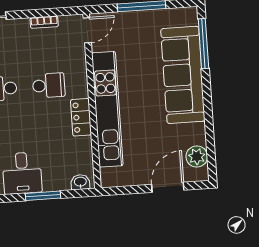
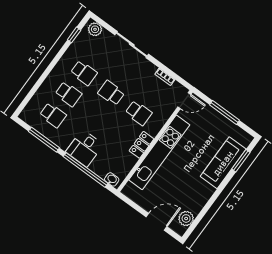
window: (203, 44) -> (241, 161), width x0.69
sofa: (183, 75) -> (223, 163), width x0.74, depth x0.79
window: (43, 196) -> (85, 170), width x2.11

